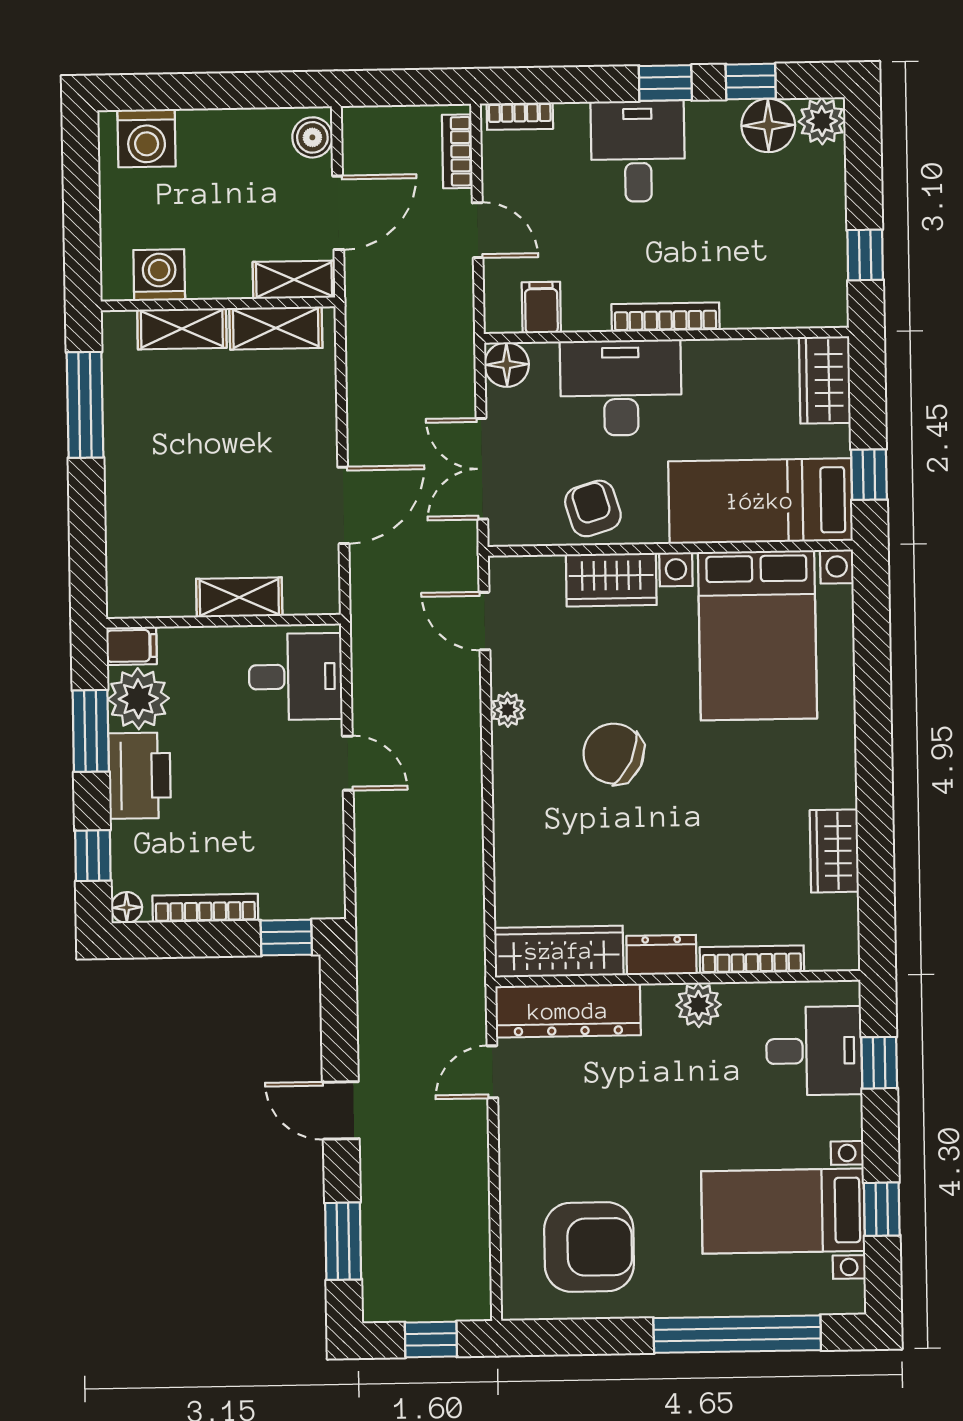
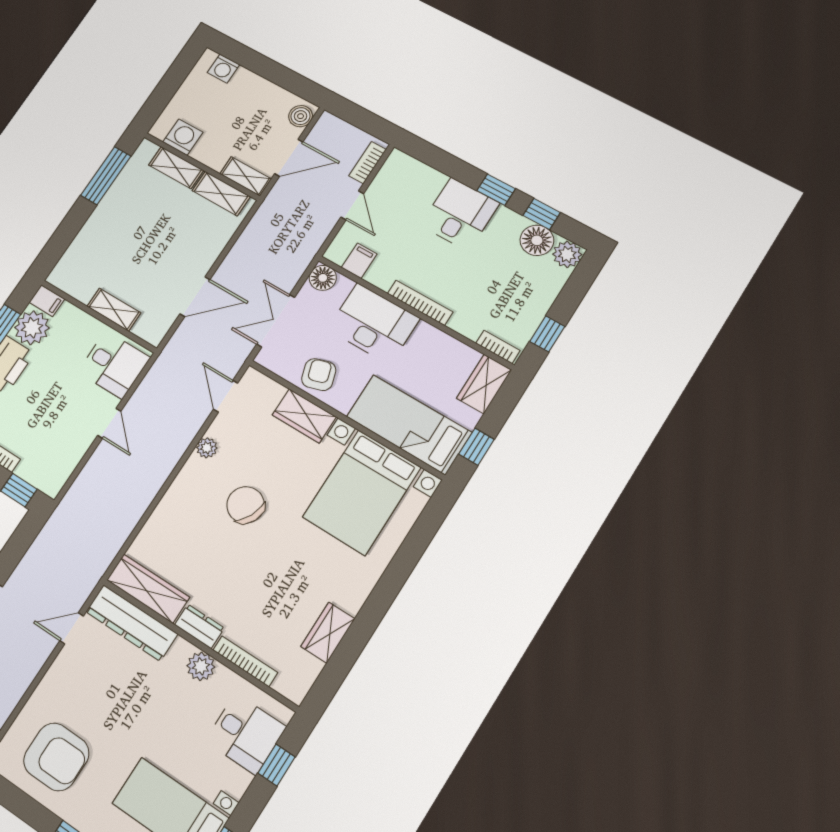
bookcase: (520, 116) -> (498, 347), moved, turned 180
washing machine: (146, 138) -> (224, 69), width x0.73, depth x0.73

